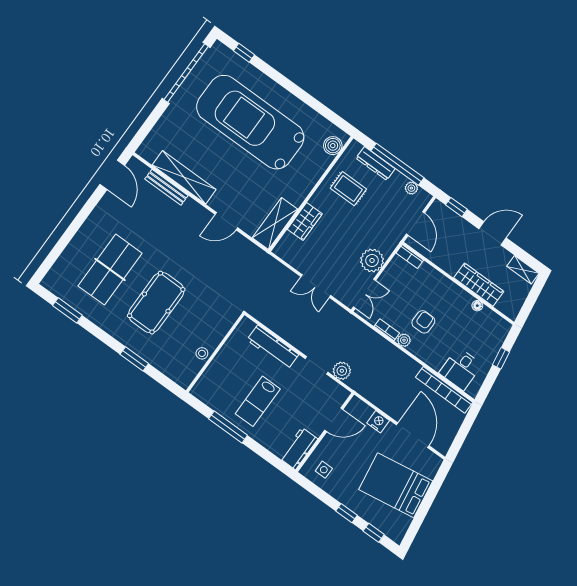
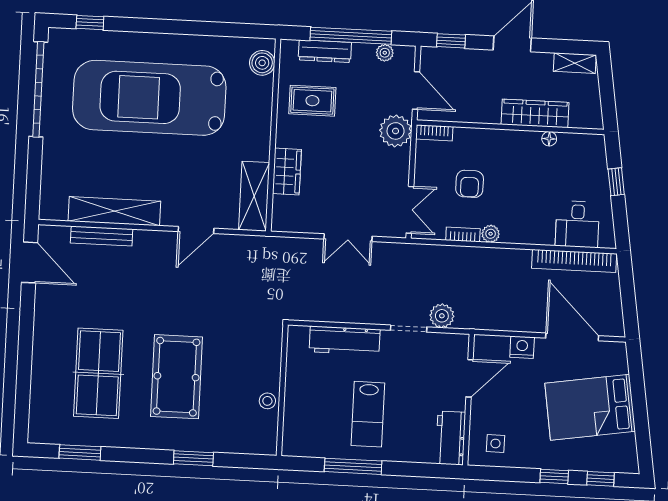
plant: (372, 260) -> (396, 131), moved
armchair: (423, 322) -> (470, 184), moved, turned 180

